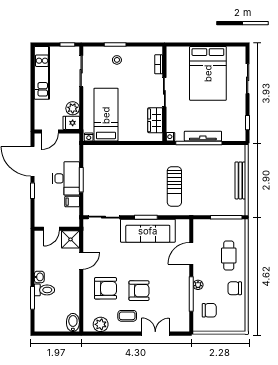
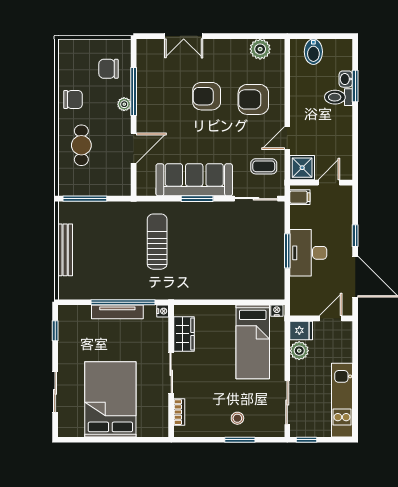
filing cabinet: (72, 202) -> (300, 197), moved
washbasin: (39, 277) -> (346, 79), moved
coffee table: (127, 316) -> (264, 166), moved
bidet: (73, 322) -> (313, 52), moved

